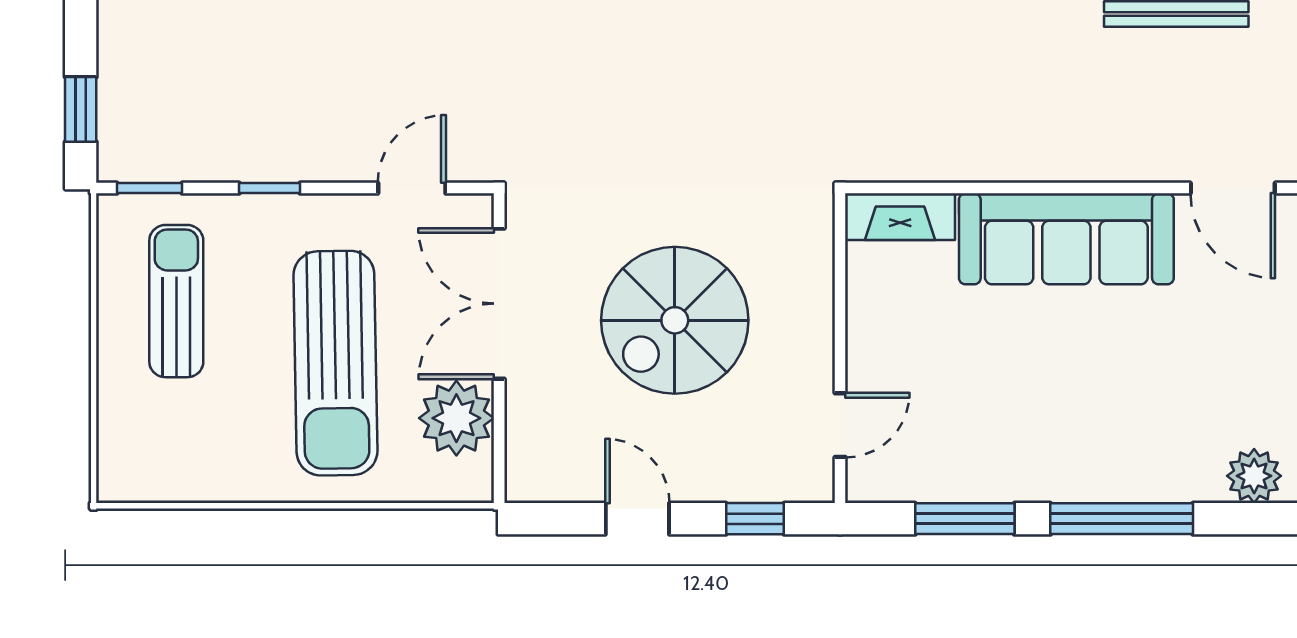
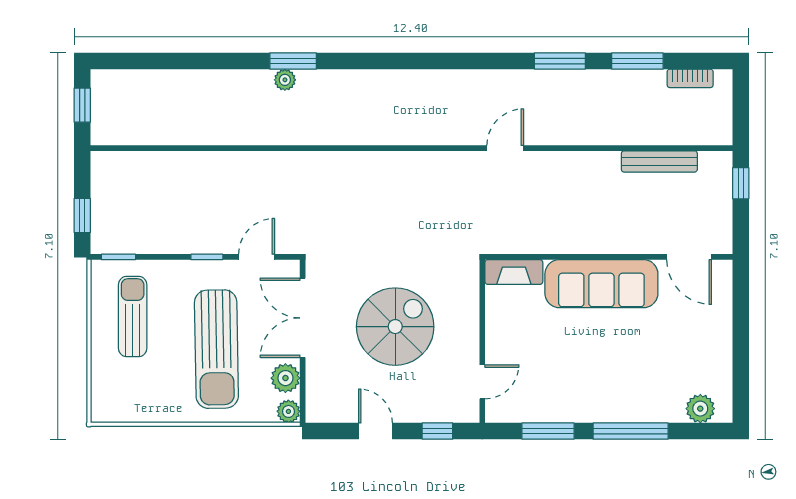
window: (270, 188) -> (207, 257), moved
spiral stairs: (675, 320) -> (395, 327), turned 180
plant: (456, 418) -> (285, 378), width x0.73, depth x0.73
plant: (472, 481) -> (288, 411), added

